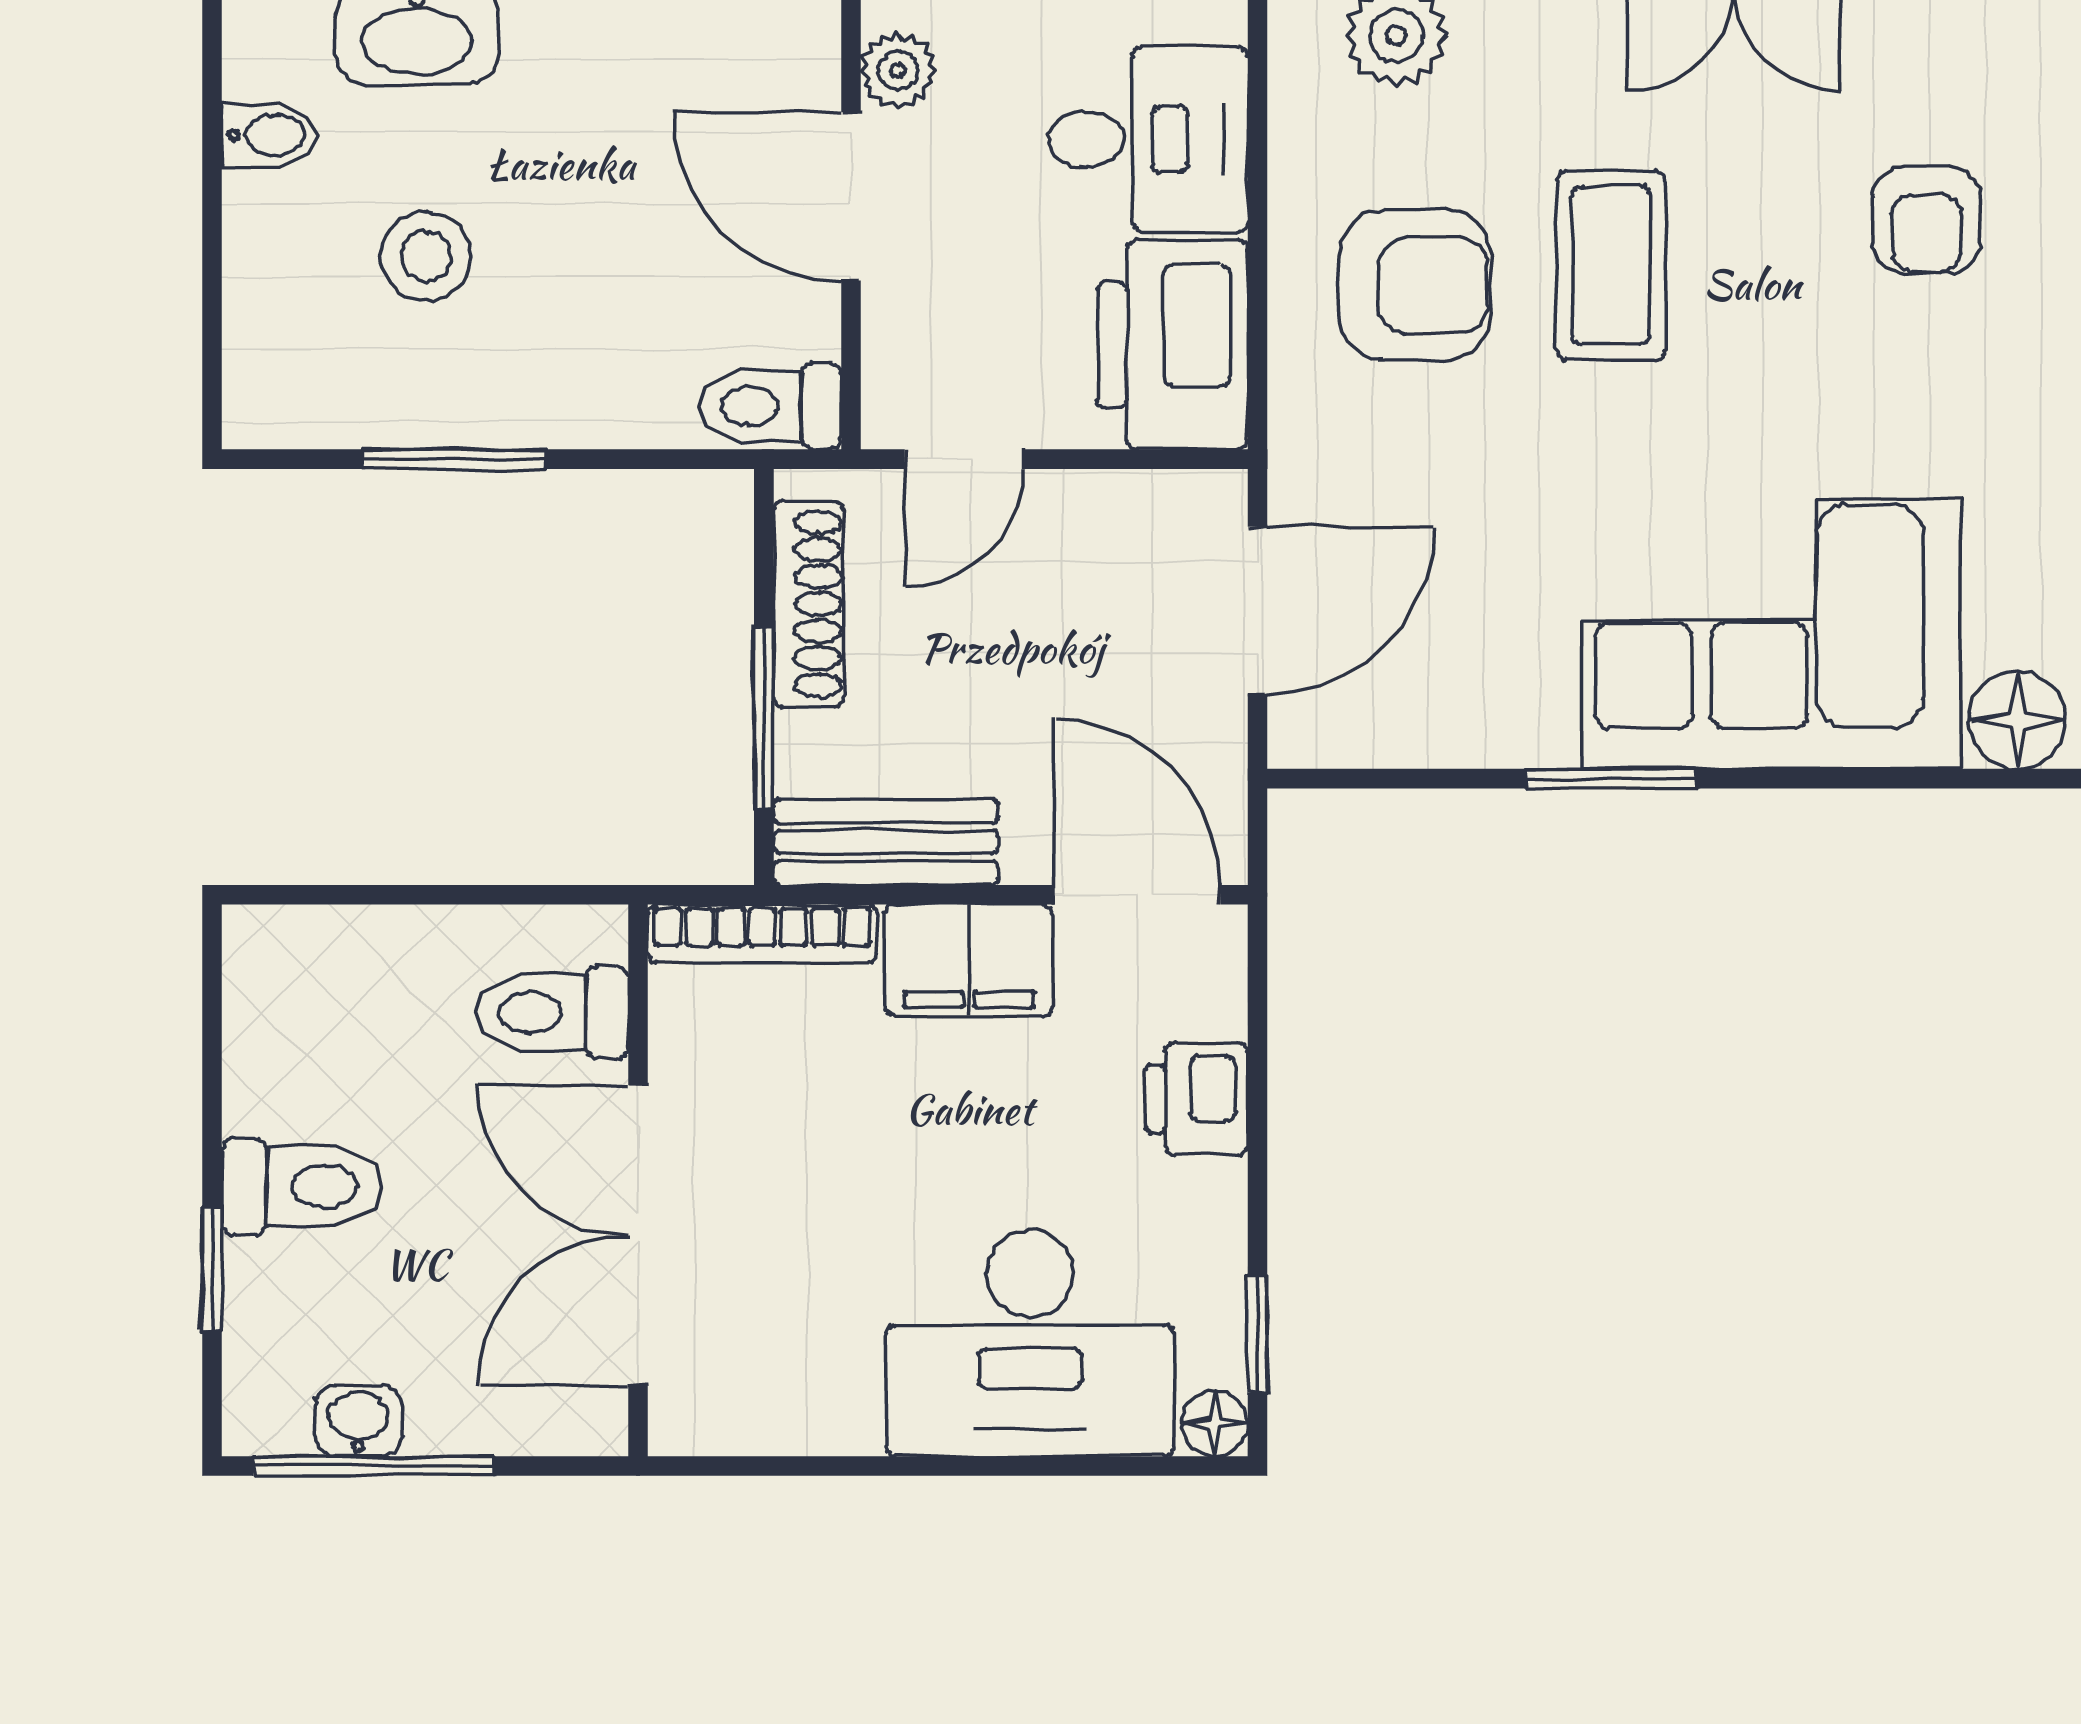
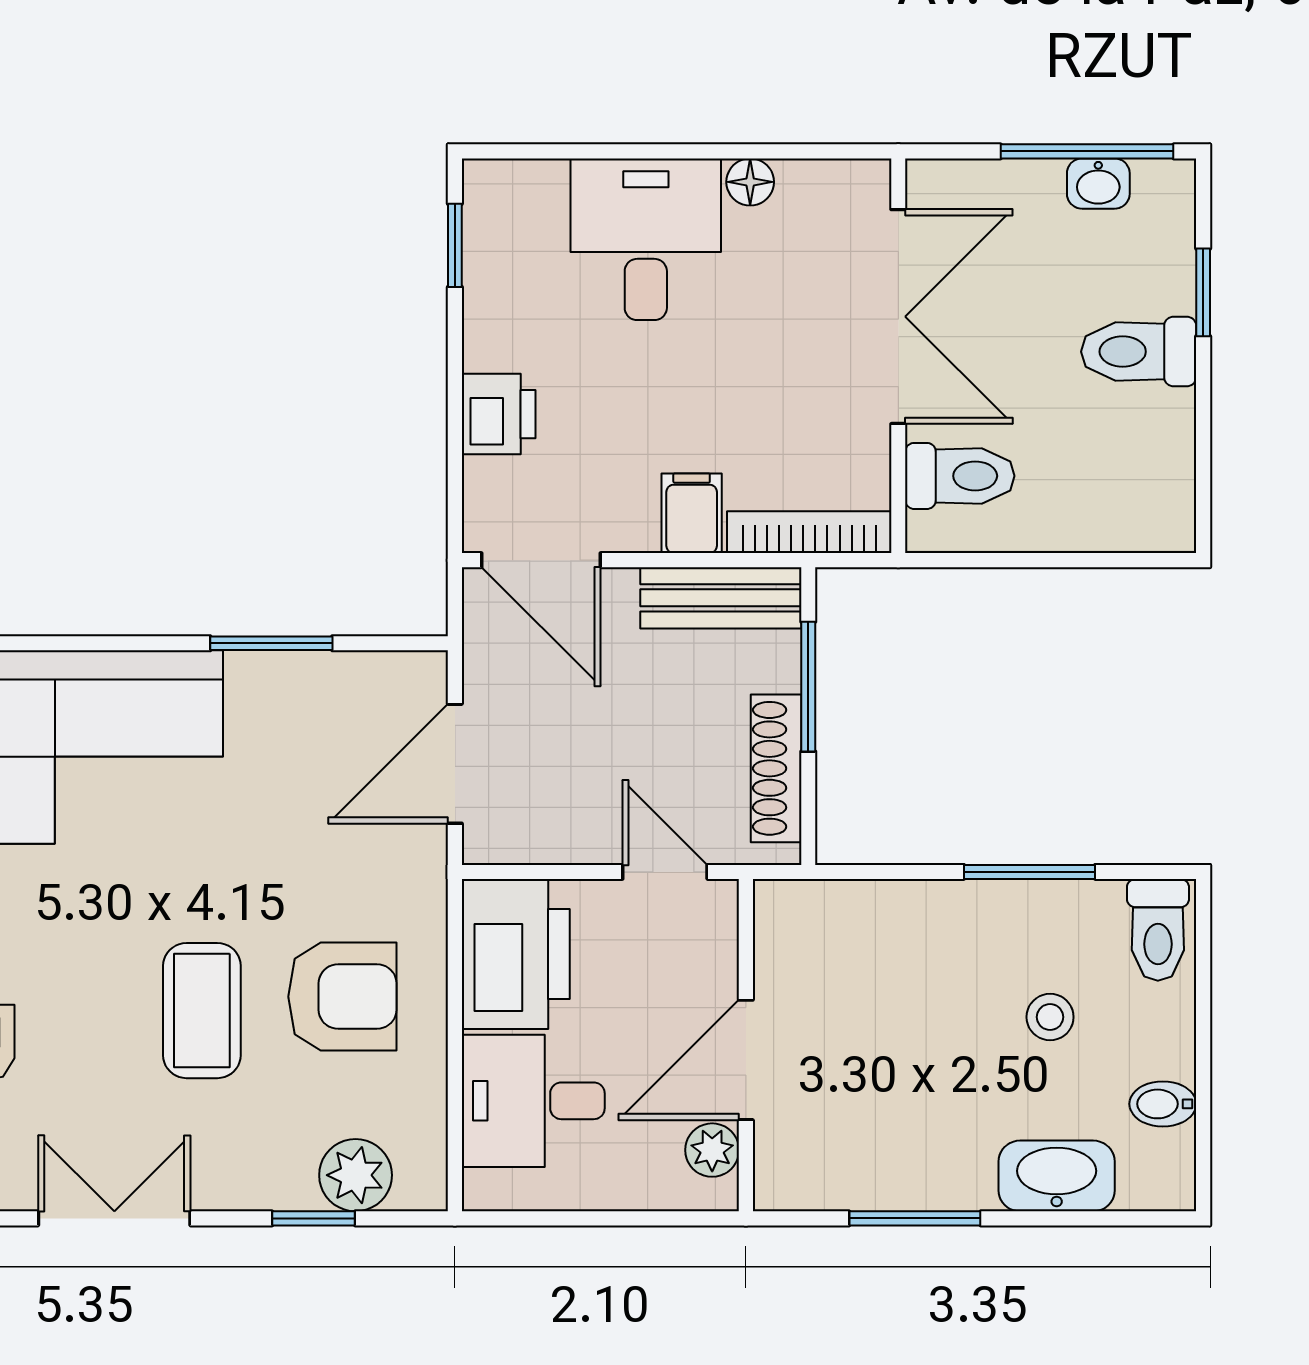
door: (851, 196) -> (746, 1060), swing flipped
stool: (426, 256) -> (1050, 1017), width x0.73, depth x0.73
armchair: (1415, 285) -> (342, 997), turned 180
toilet: (770, 406) -> (1158, 930), moved, turned 90
door: (964, 459) -> (665, 872), hinge flipped
window: (1611, 779) -> (271, 643), moved
filing cabinet: (969, 960) -> (692, 513), width x0.50
desk: (1030, 1343) -> (646, 239), width x0.73
floor lamp: (1215, 1423) -> (750, 182), moved

